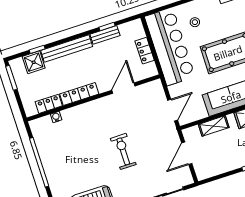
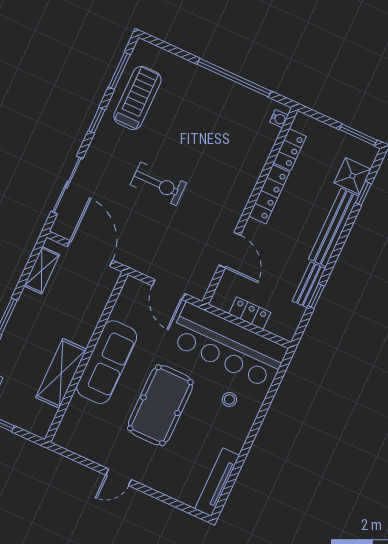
door: (173, 110) -> (169, 290), moved
water cooler: (56, 117) -> (279, 119), moved
shelving: (214, 126) -> (42, 270), moved
door: (187, 153) -> (90, 253), width x1.36

